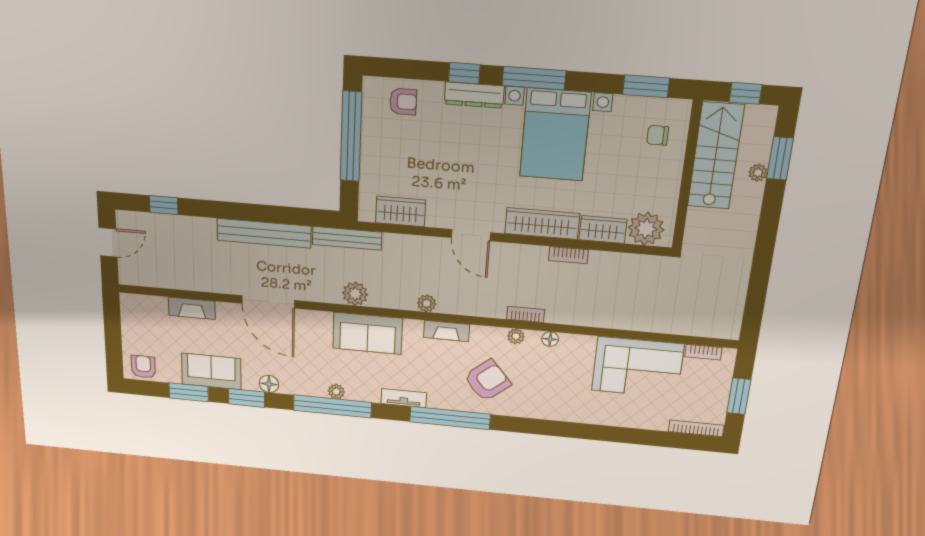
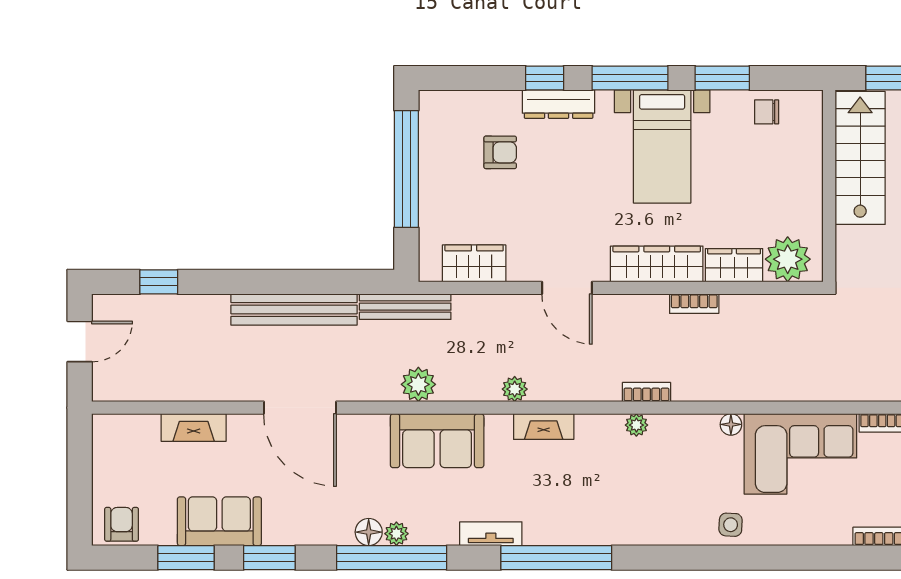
window: (646, 86) -> (722, 78), moved
armchair: (403, 102) -> (500, 152), moved
bed with nightstands: (555, 135) -> (662, 147), width x0.73
chair: (658, 135) -> (767, 112), moved
floor lamp: (550, 339) -> (731, 424), moved
armchair: (487, 380) -> (603, 494), removed
floor lamp: (269, 384) -> (369, 532), moved
side table: (579, 409) -> (731, 525), added

